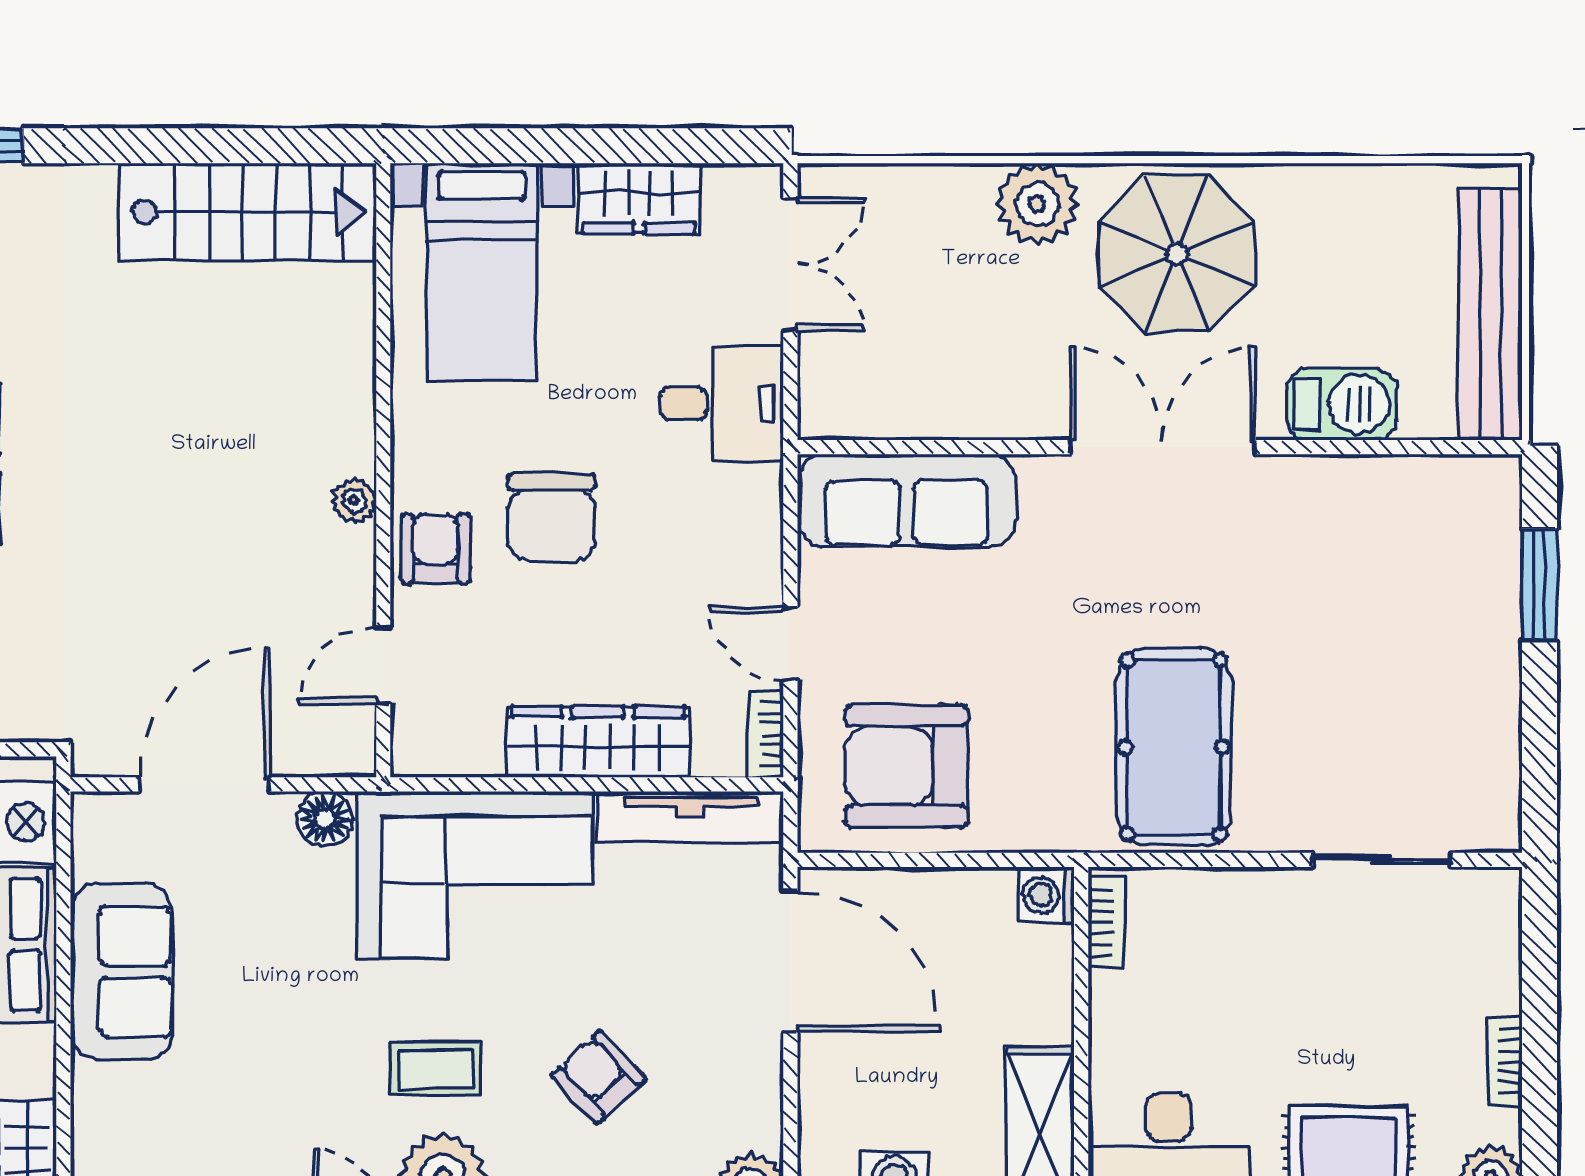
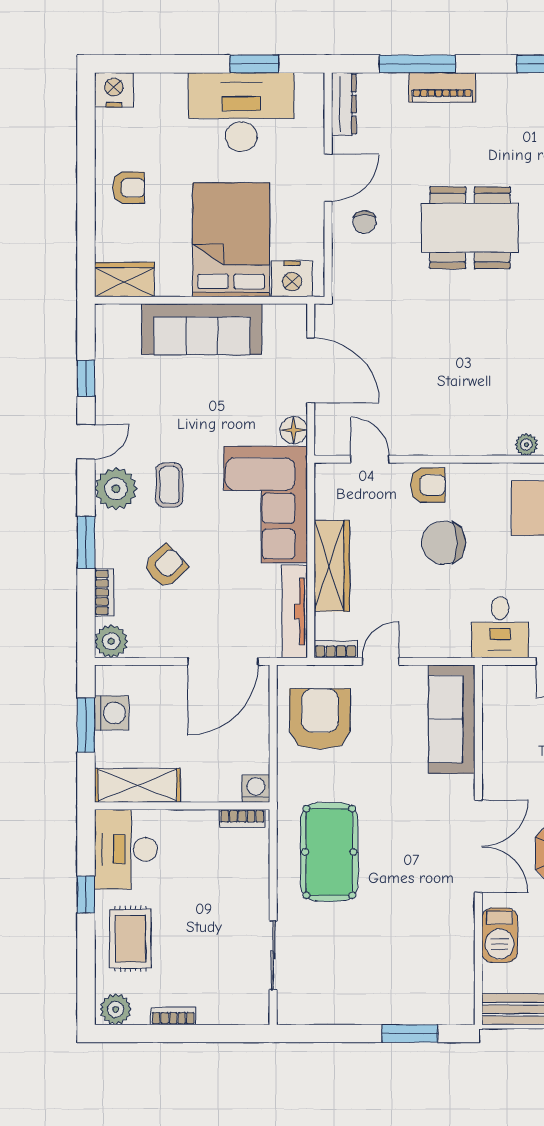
plant: (354, 500) -> (526, 445), moved
pool table: (1174, 747) -> (329, 852), turned 90
sofa: (122, 971) -> (202, 329), width x1.36

